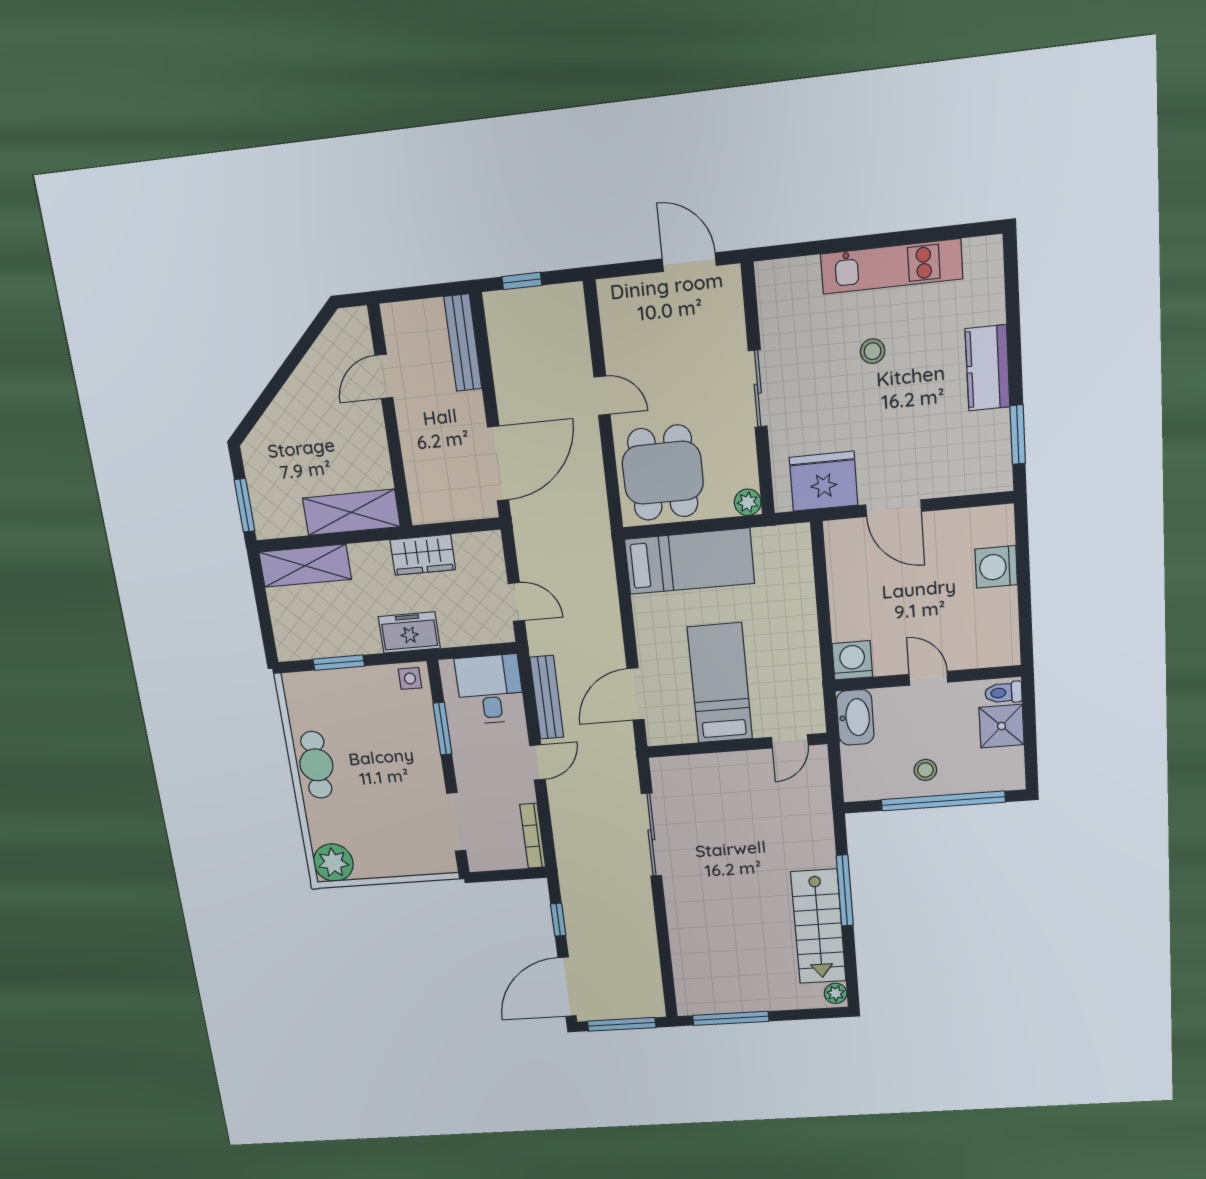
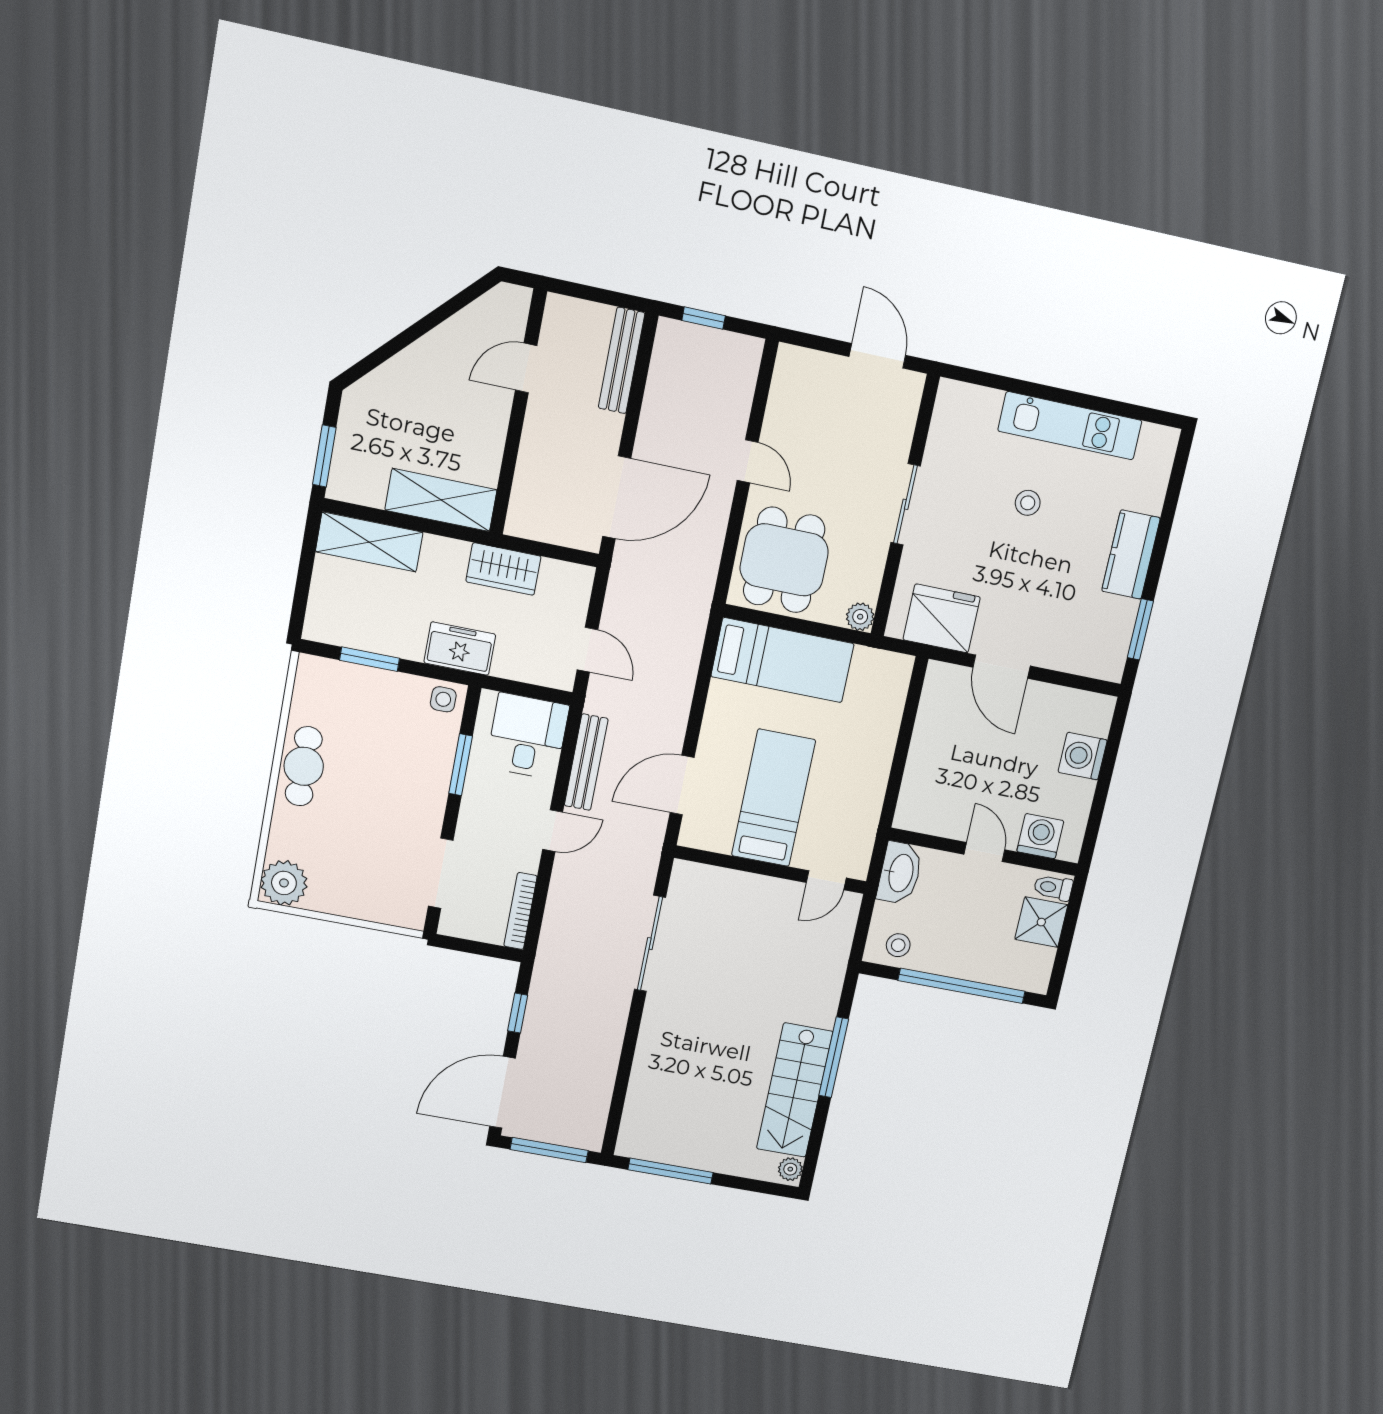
washing machine: (852, 660) -> (1040, 836), moved
stool: (925, 770) -> (898, 945), moved

